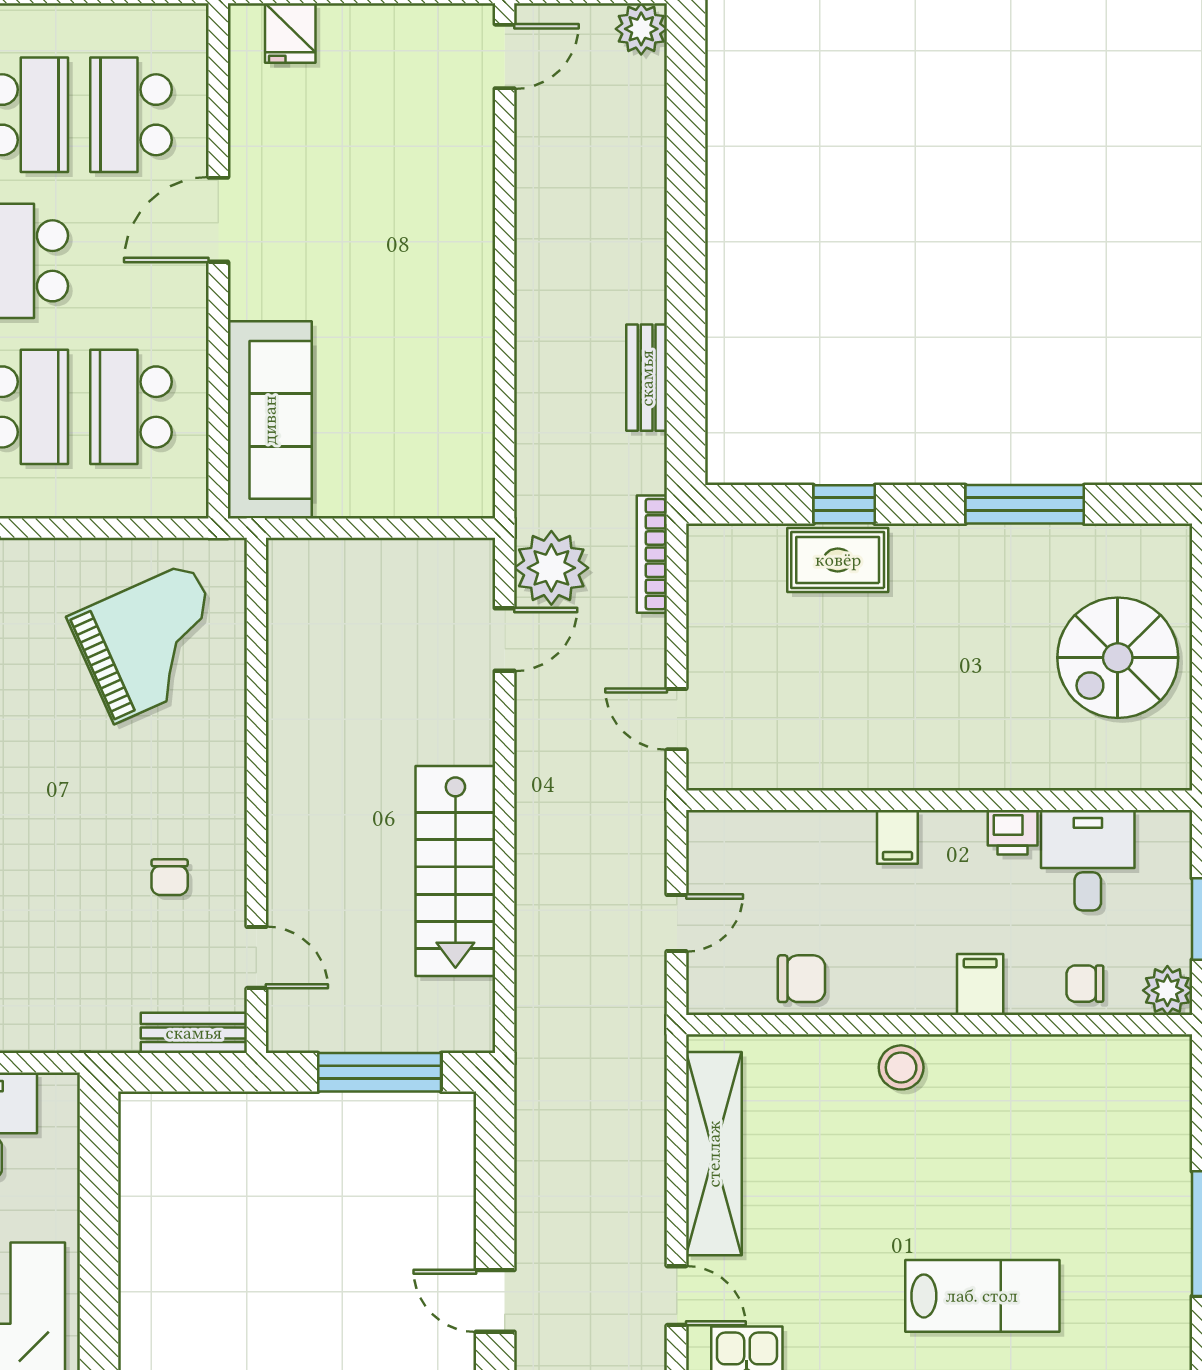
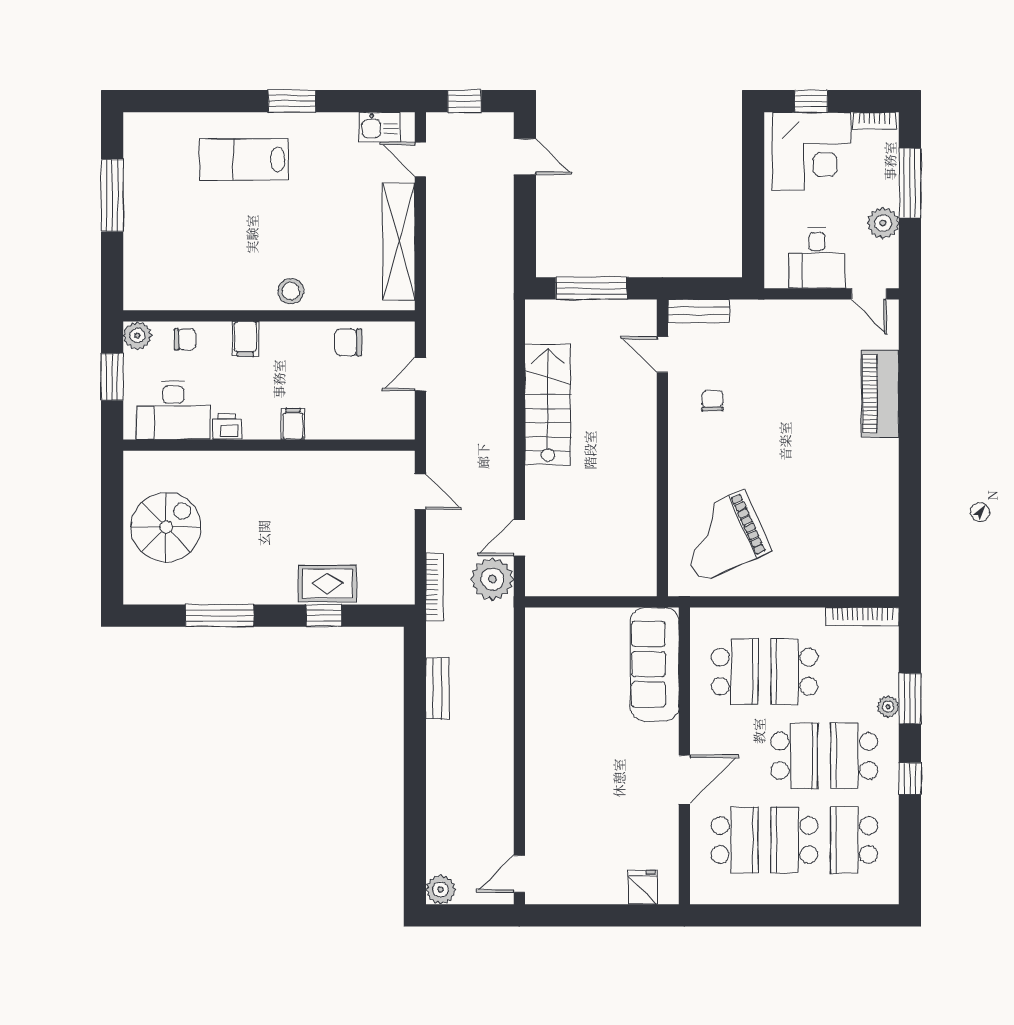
desk: (1088, 860) -> (173, 411), width x1.37

